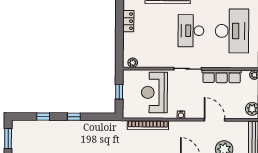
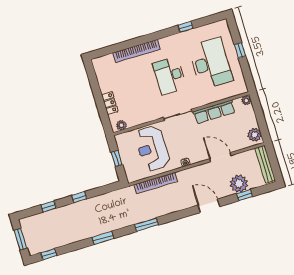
locker: (128, 21) -> (110, 103), moved

